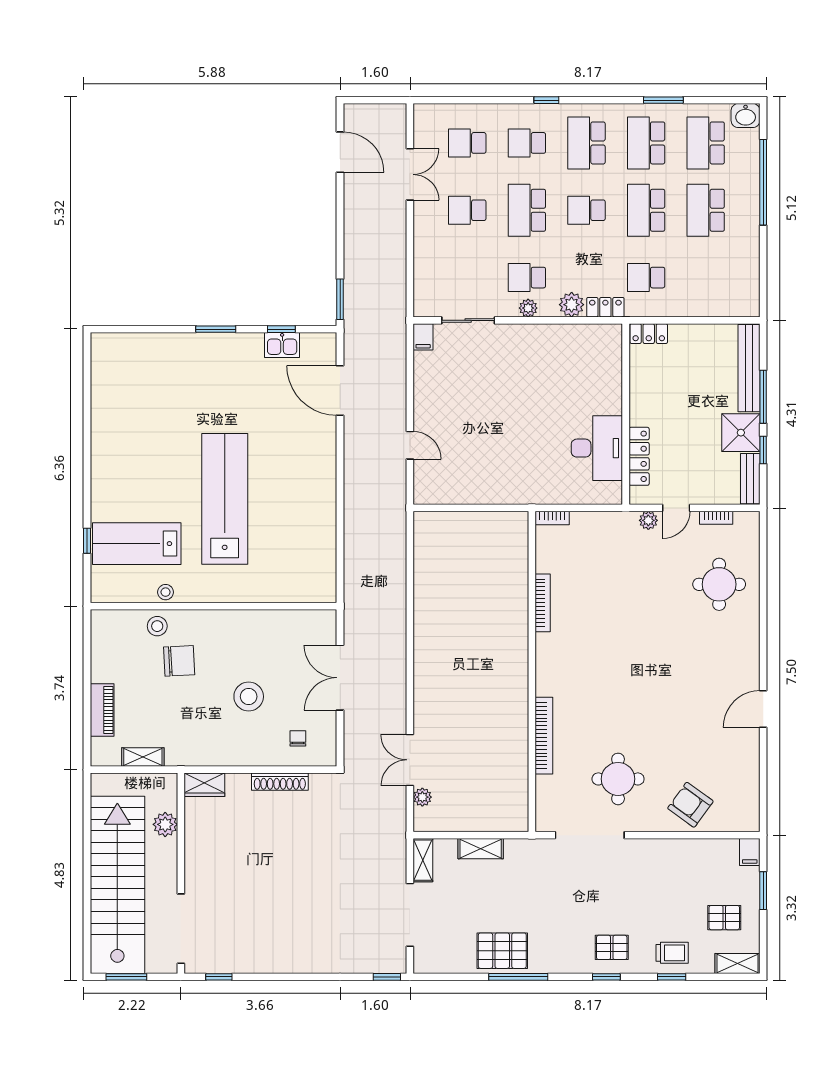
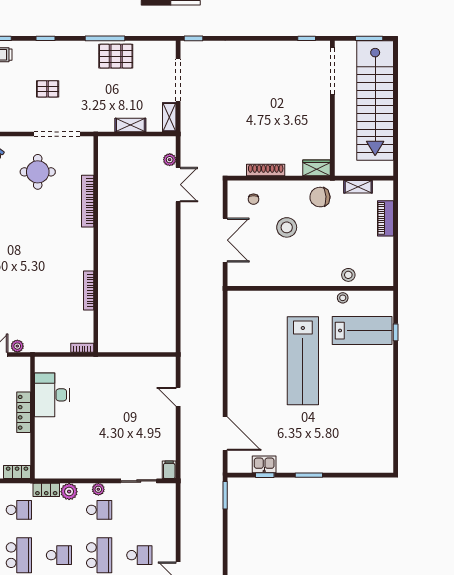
locker: (639, 456) -> (24, 412), moved
chair: (179, 661) -> (320, 197), moved
plant: (165, 824) -> (343, 141), removed
pallet: (612, 947) -> (48, 89), moved

